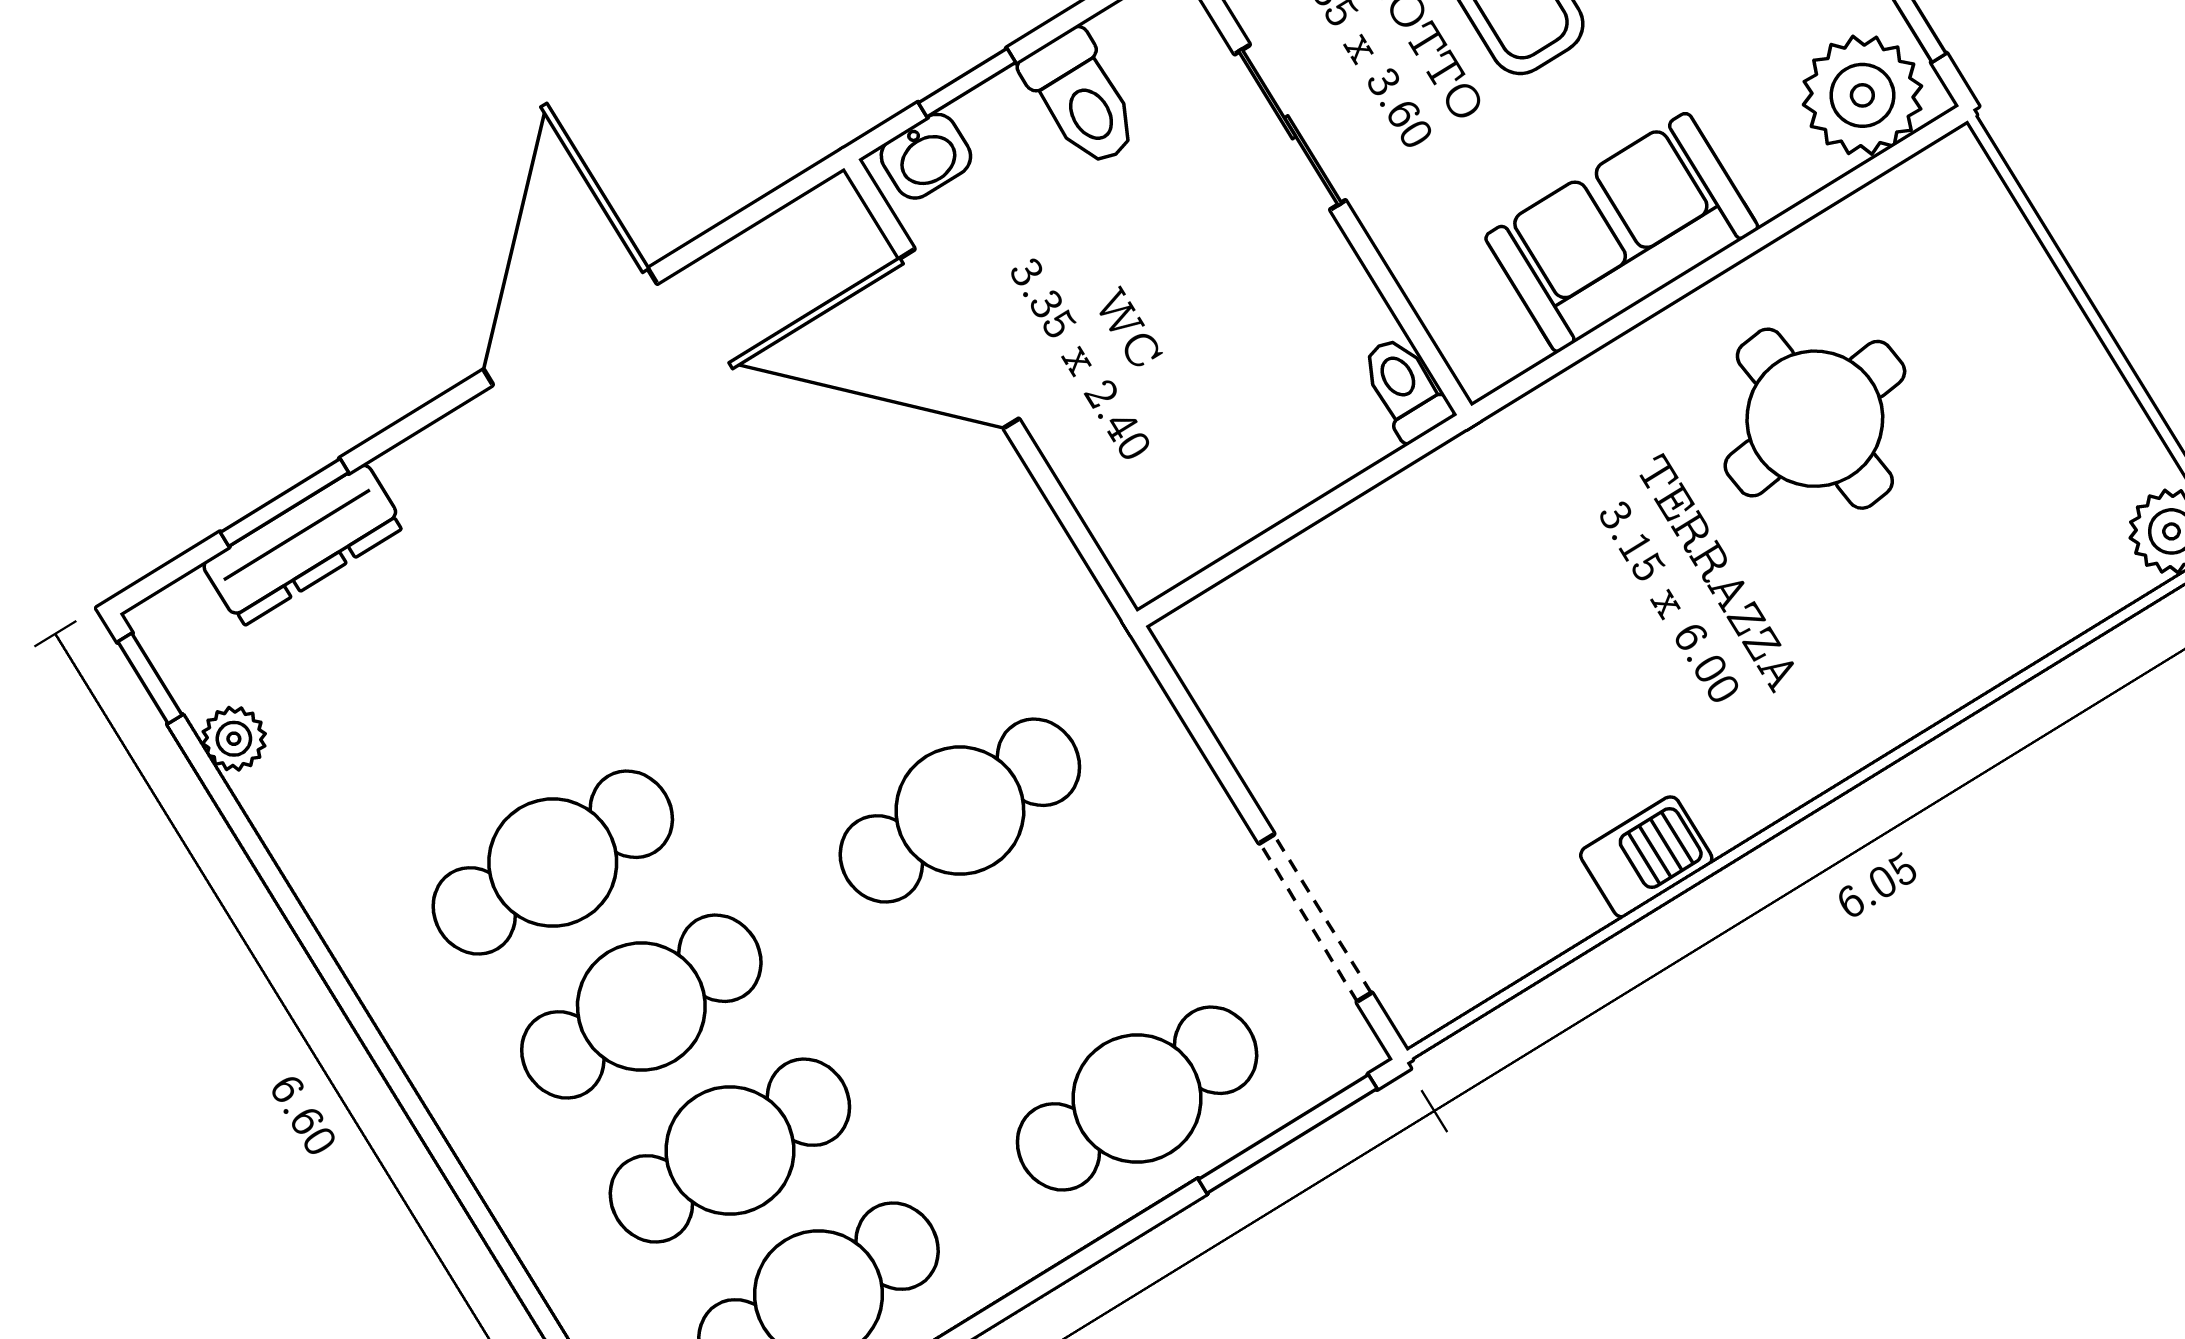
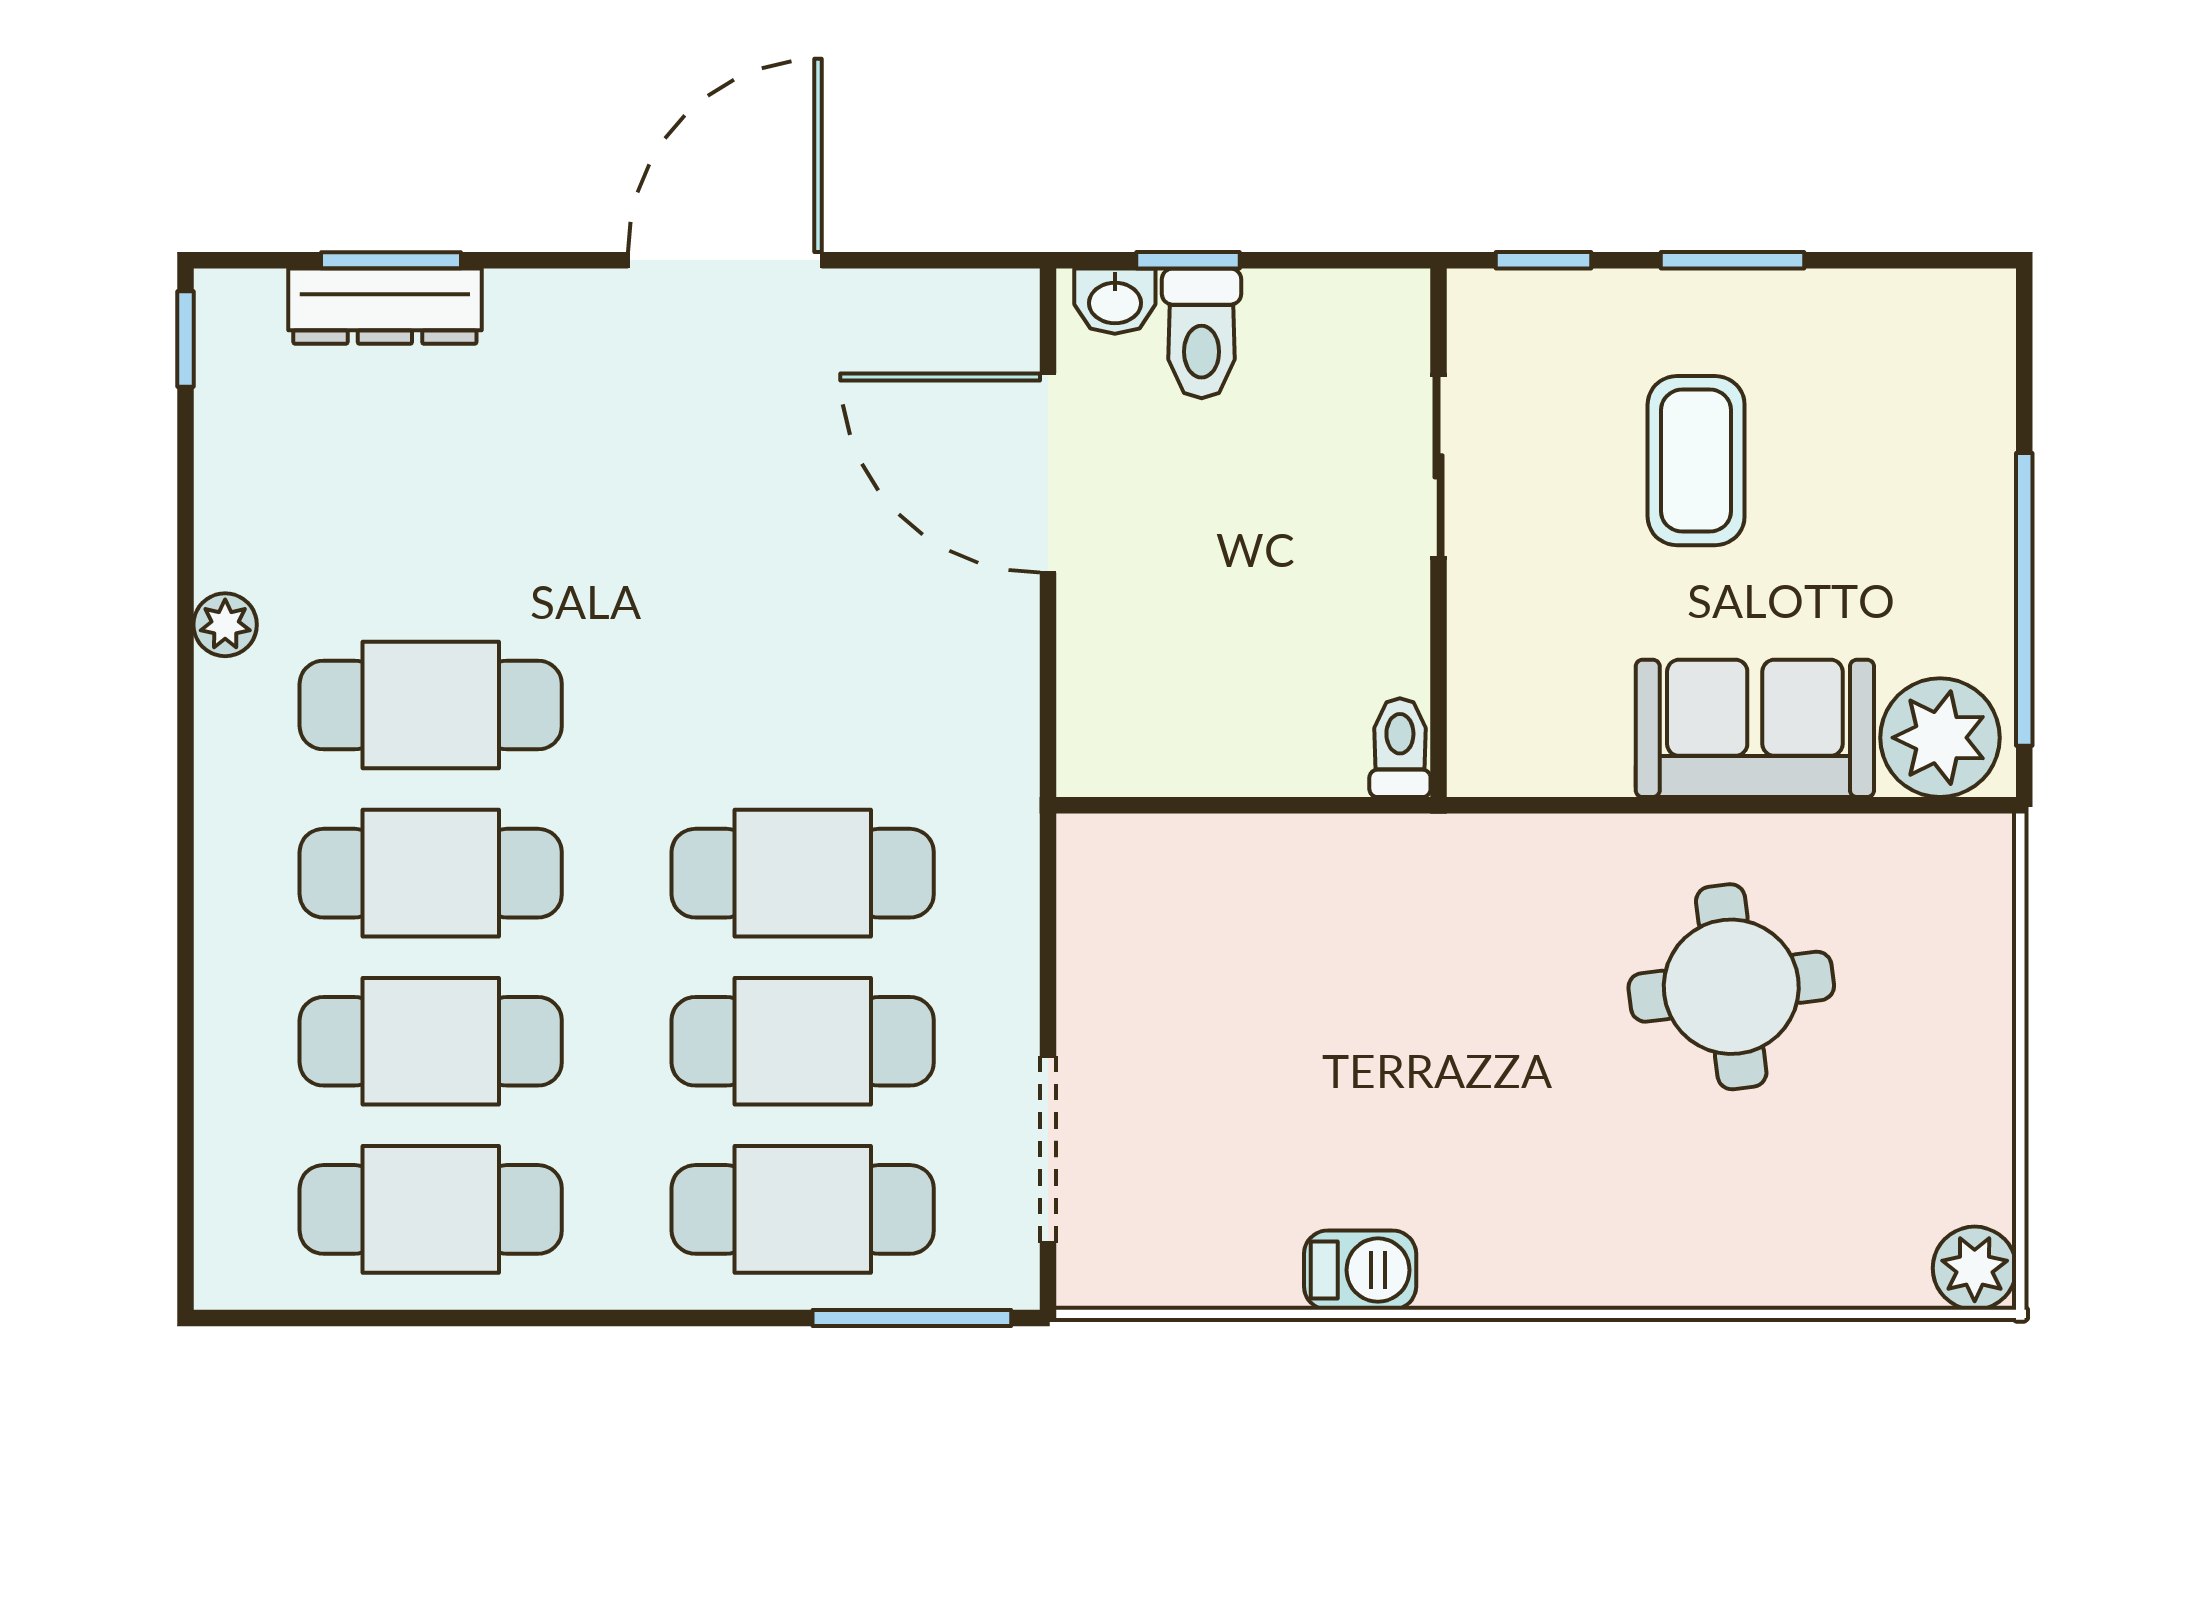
toilet: (1081, 99) -> (1202, 333), moved
sofa: (1622, 232) -> (1755, 728), moved
plant: (234, 739) -> (225, 625), moved
cafe table: (1048, 955) -> (803, 1041), added

